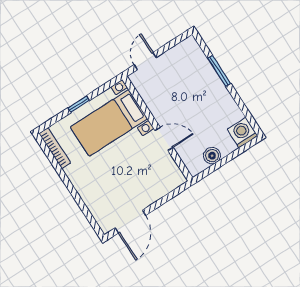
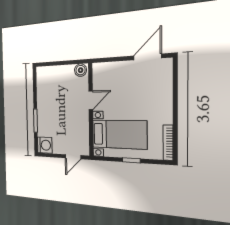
washing machine: (242, 132) -> (45, 145), moved, turned -90
door: (164, 139) -> (91, 100), swing flipped
boiler: (212, 156) -> (81, 70), moved

